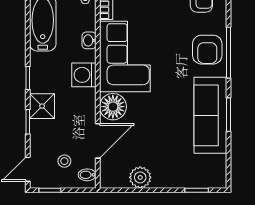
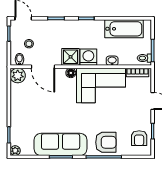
armchair: (207, 50) -> (106, 142), turned 180
shower: (42, 106) -> (71, 57), moved
floor lamp: (113, 107) -> (71, 73), width x0.53, depth x0.53
plant: (140, 177) -> (18, 76), moved
plant: (219, 181) -> (15, 151), added

